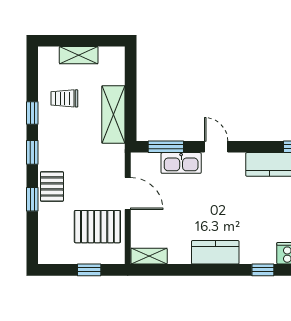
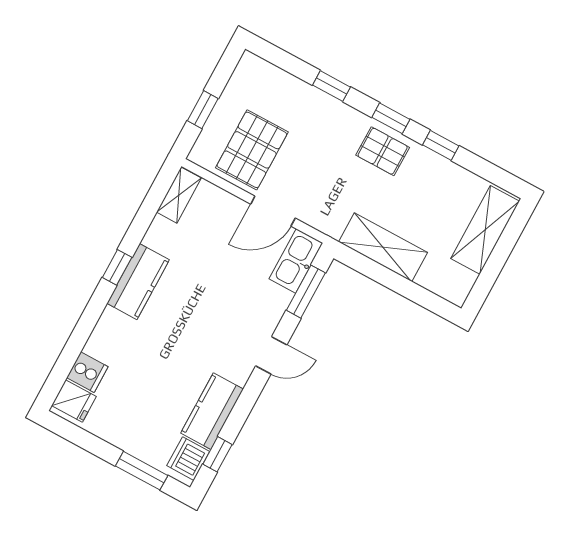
shelving: (79, 55) -> (485, 230), width x1.50, depth x1.33
trolley: (64, 98) -> (437, 196), removed
kitchen sink: (181, 163) -> (296, 261), moved
pallet: (52, 186) -> (383, 151), moved
window: (263, 270) -> (117, 267), moved

